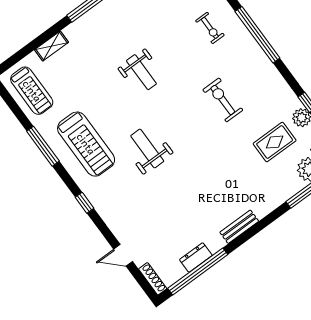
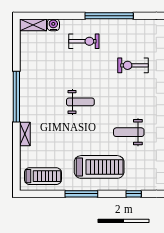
exercise bike: (210, 28) -> (84, 41), width x1.38, depth x1.39
shelving: (51, 46) -> (25, 134), moved

